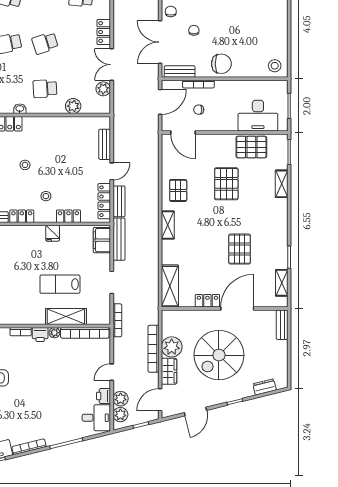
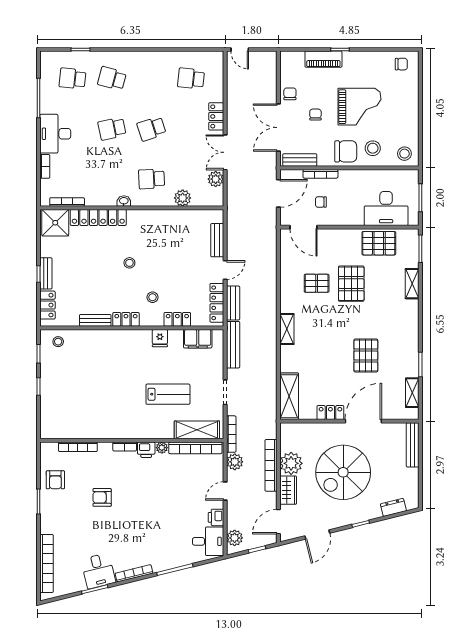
grand piano: (234, 23) -> (359, 107), added
stool: (246, 61) -> (373, 148), added
pallet: (178, 190) -> (317, 283), moved, turned 90
filing cabinet: (102, 240) -> (198, 339), moved, turned -90
lab bench: (60, 284) -> (168, 394), turned 180
shelving: (66, 317) -> (197, 430), moved
bench: (282, 325) -> (413, 445), width x1.36
plant: (121, 399) -> (235, 462), moved

